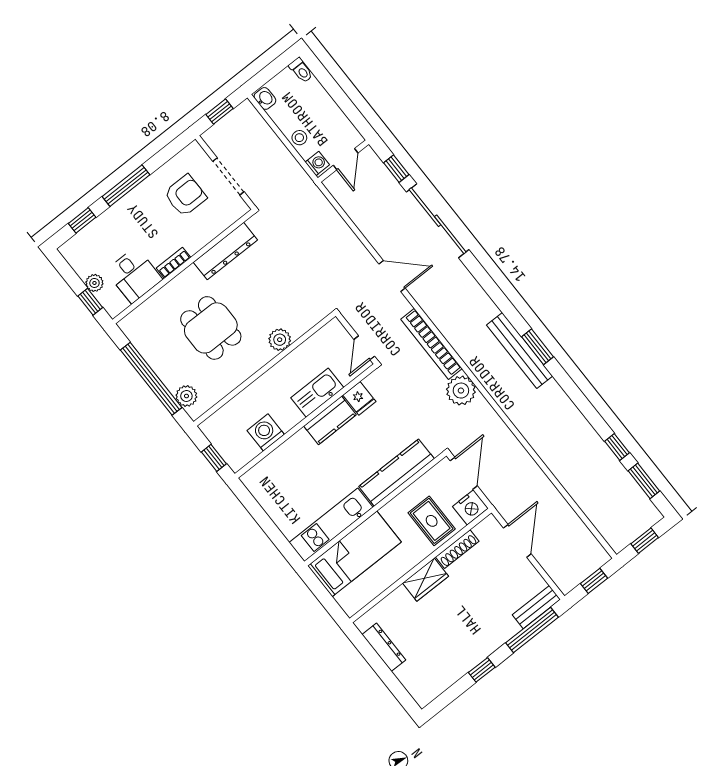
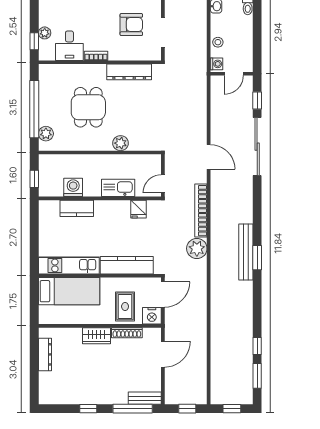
kitchen counter: (330, 420) -> (77, 208), moved

